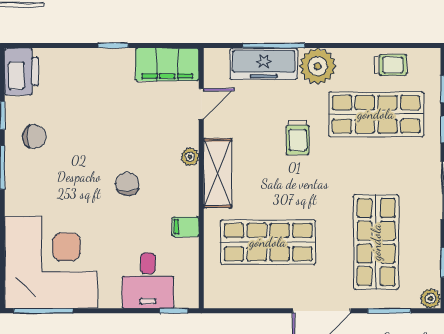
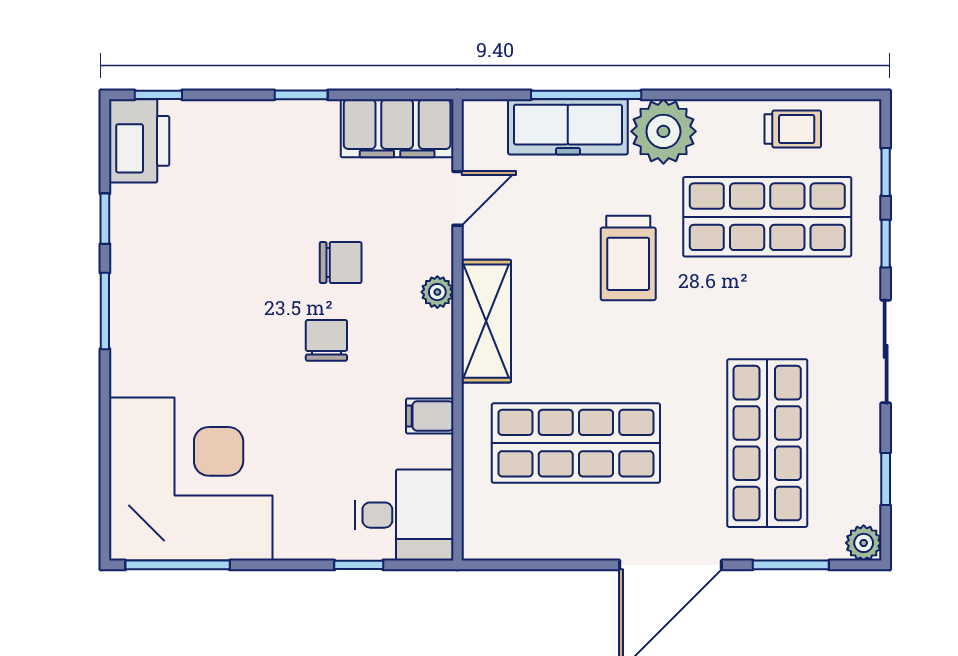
window: (32, 46) -> (158, 95), added
chair: (34, 137) -> (341, 262), moved
trolley: (298, 138) -> (628, 258), width x1.36, depth x1.39
desk: (148, 281) -> (404, 515), moved, turned -90
window: (174, 311) -> (359, 565), moved

